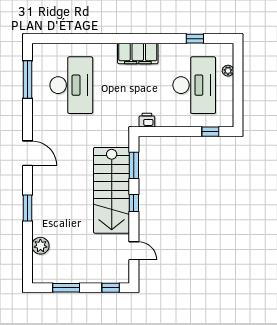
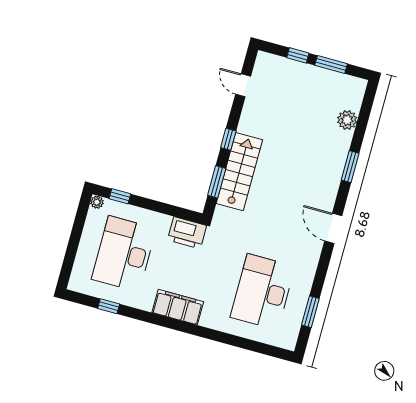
plant: (228, 71) -> (97, 202), moved
window: (27, 79) -> (310, 312), width x0.69
printer: (147, 120) -> (187, 233), width x1.87, depth x1.48
stairs: (112, 190) -> (239, 172), width x0.73, depth x0.66
window: (111, 288) -> (298, 55), moved

